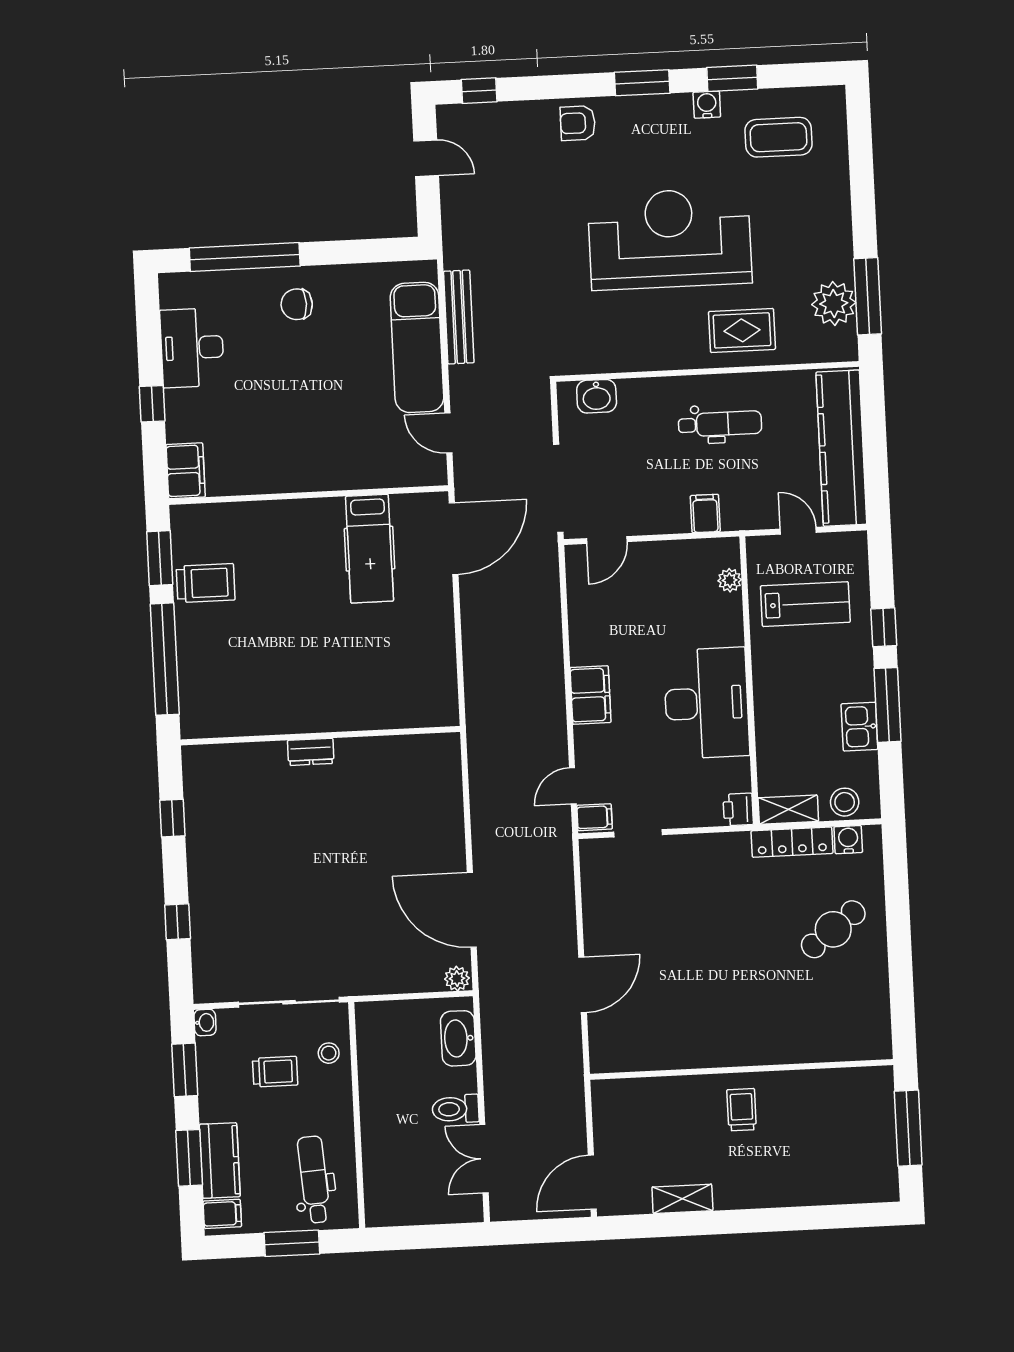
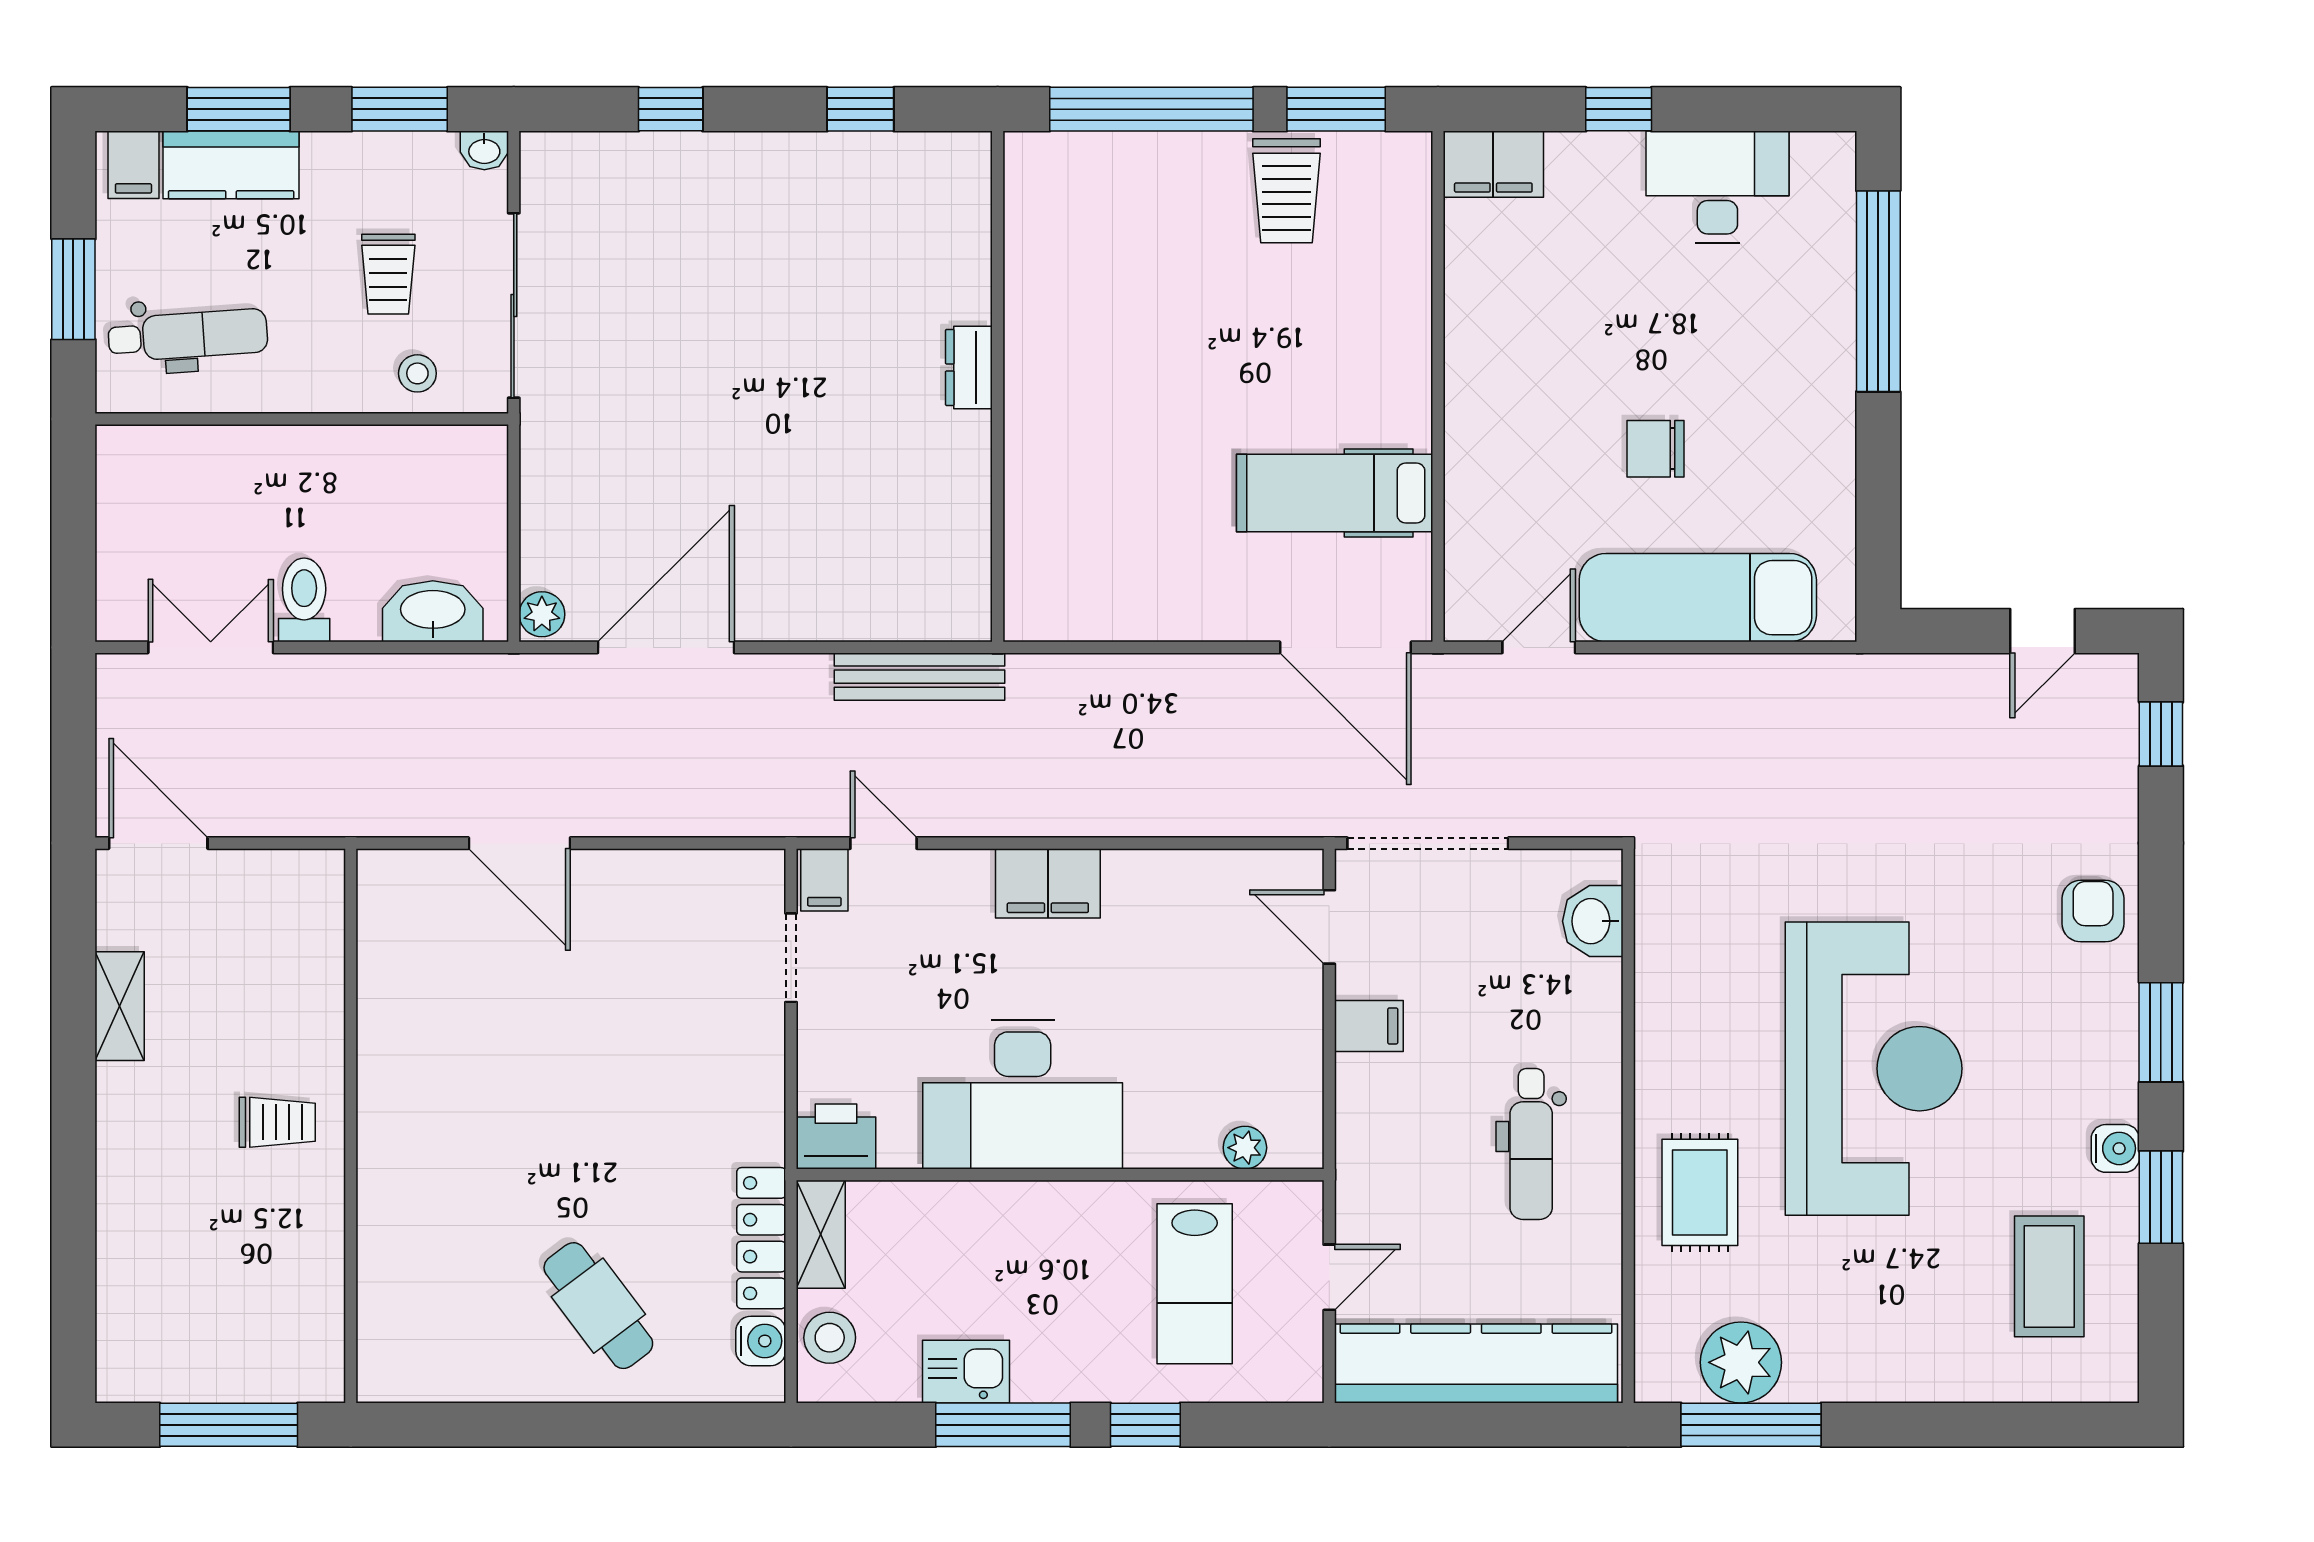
chair: (297, 304) -> (1655, 449), moved, turned -90
bench: (459, 317) -> (919, 677), moved
filing cabinet: (705, 514) -> (1369, 1026), moved
printer: (738, 810) -> (836, 1137), width x1.36, depth x1.24

